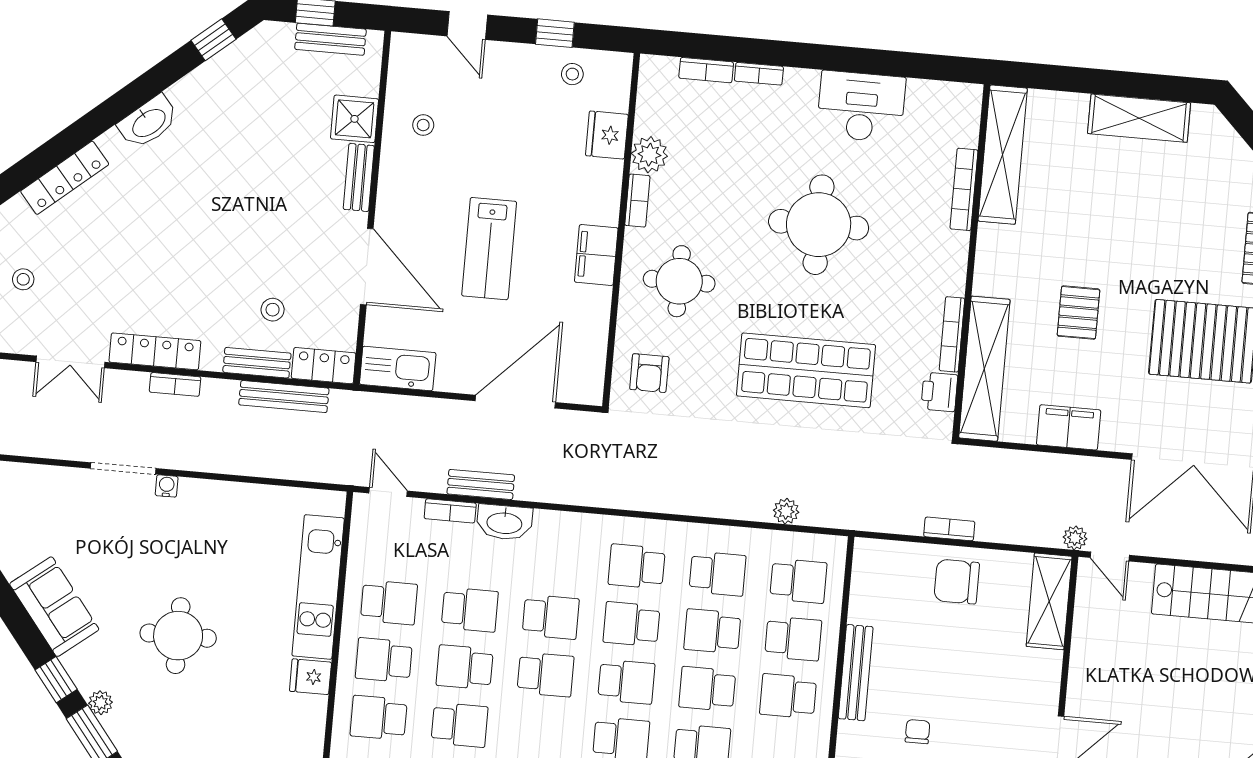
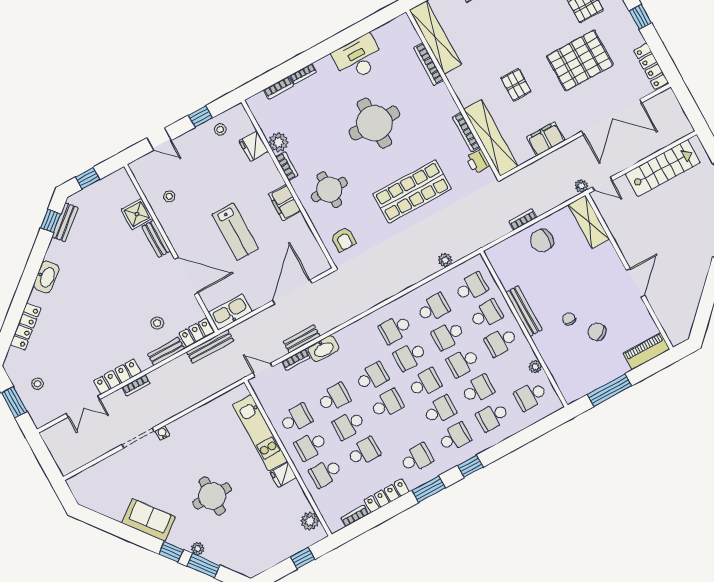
bench: (330, 39) -> (65, 222), moved, turned -40
bench: (284, 397) -> (210, 346), moved

